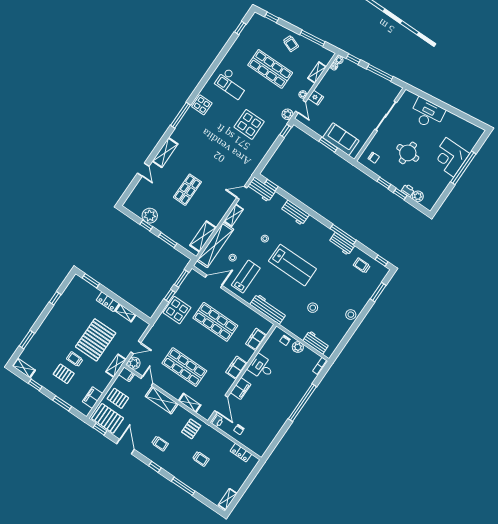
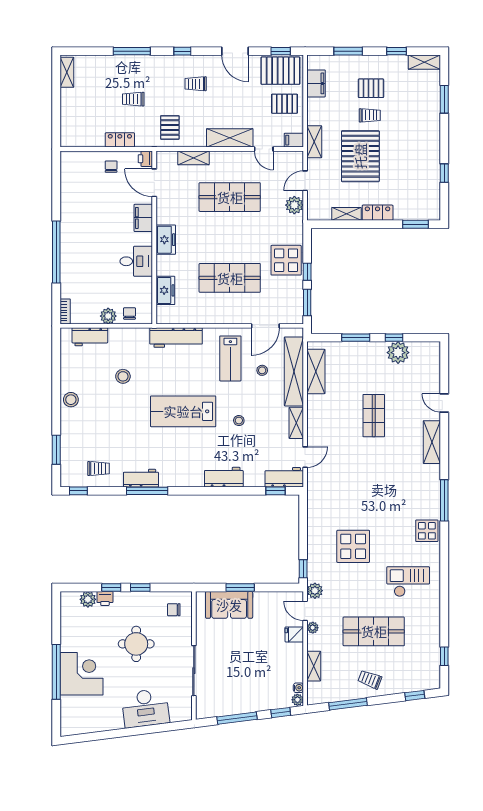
plant: (134, 363) -> (294, 205), moved
locker: (241, 453) -> (120, 140), moved

